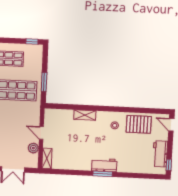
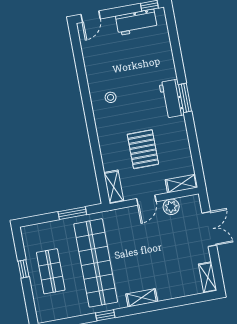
window: (32, 42) -> (24, 269), moved
shelving: (85, 115) -> (114, 187), moved
pallet: (139, 124) -> (143, 149), moved

